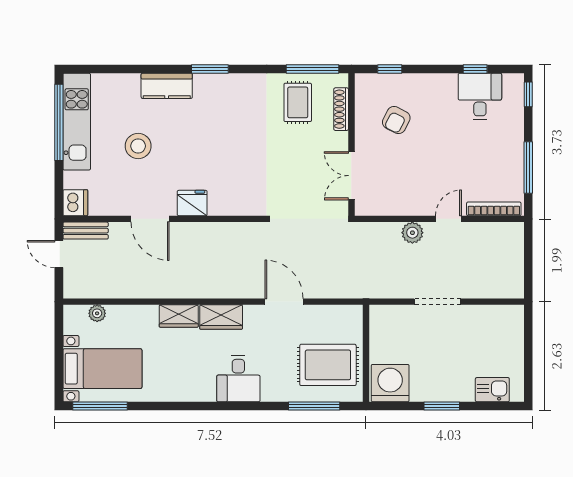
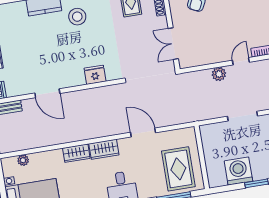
stool: (138, 146) -> (77, 17), moved
fridge: (192, 203) -> (95, 75), moved
rug: (328, 365) -> (178, 169), turned 90
washing machine: (390, 383) -> (238, 171), moved

